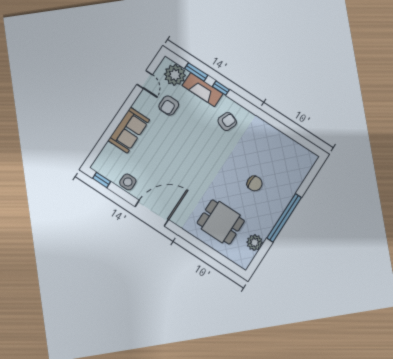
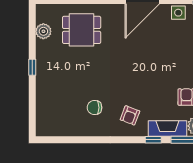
chair: (255, 184) -> (94, 108), moved
window: (284, 218) -> (32, 67), width x0.32

